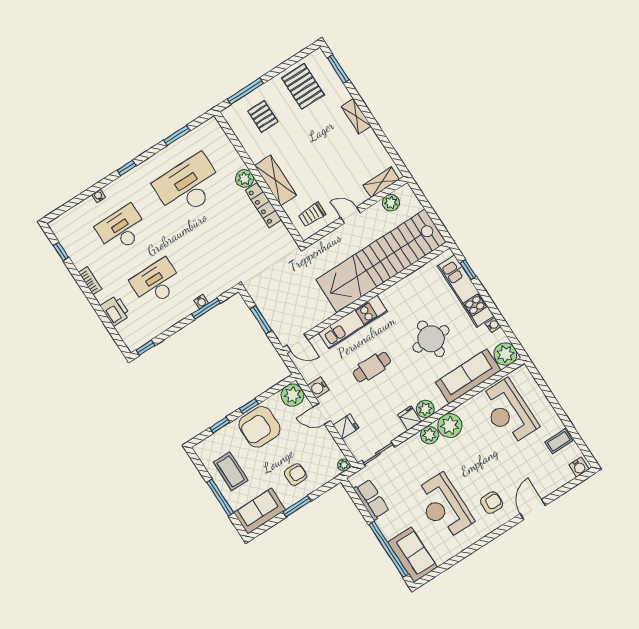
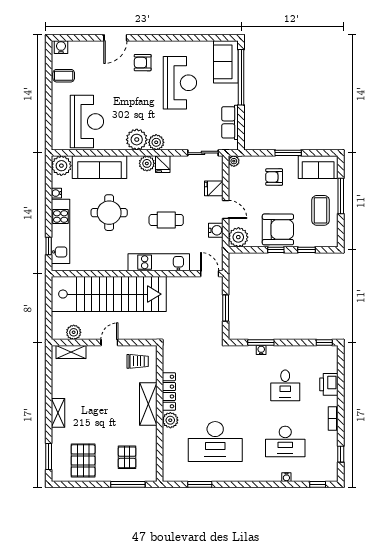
window: (126, 168) -> (318, 484), moved
door: (350, 215) -> (109, 343), swing flipped
desk: (156, 283) -> (285, 385), width x0.73

